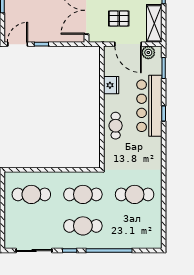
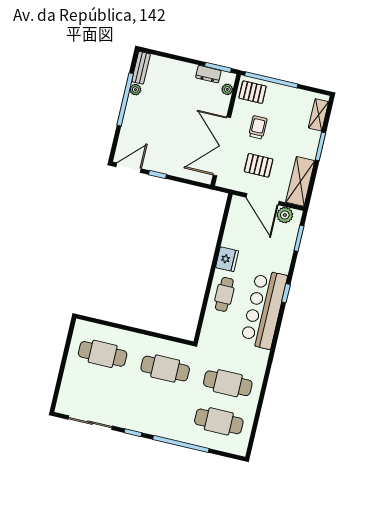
fridge: (111, 85) -> (227, 259), moved
bar counter: (149, 106) -> (264, 309), moved
cafe table: (83, 226) -> (219, 421), moved

